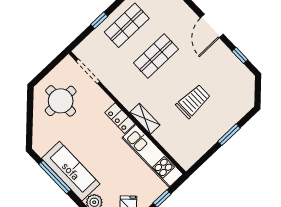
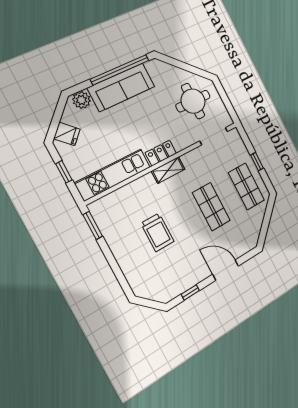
shelving: (145, 119) -> (168, 170), moved
window: (229, 135) -> (93, 225), moved
window: (55, 177) -> (120, 70), width x1.46

